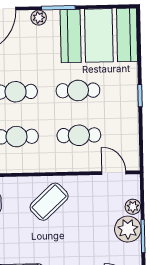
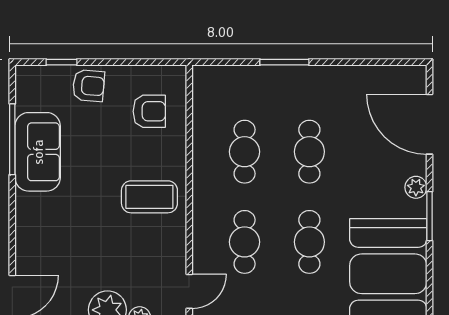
coffee table: (49, 202) -> (149, 197), turned -47

